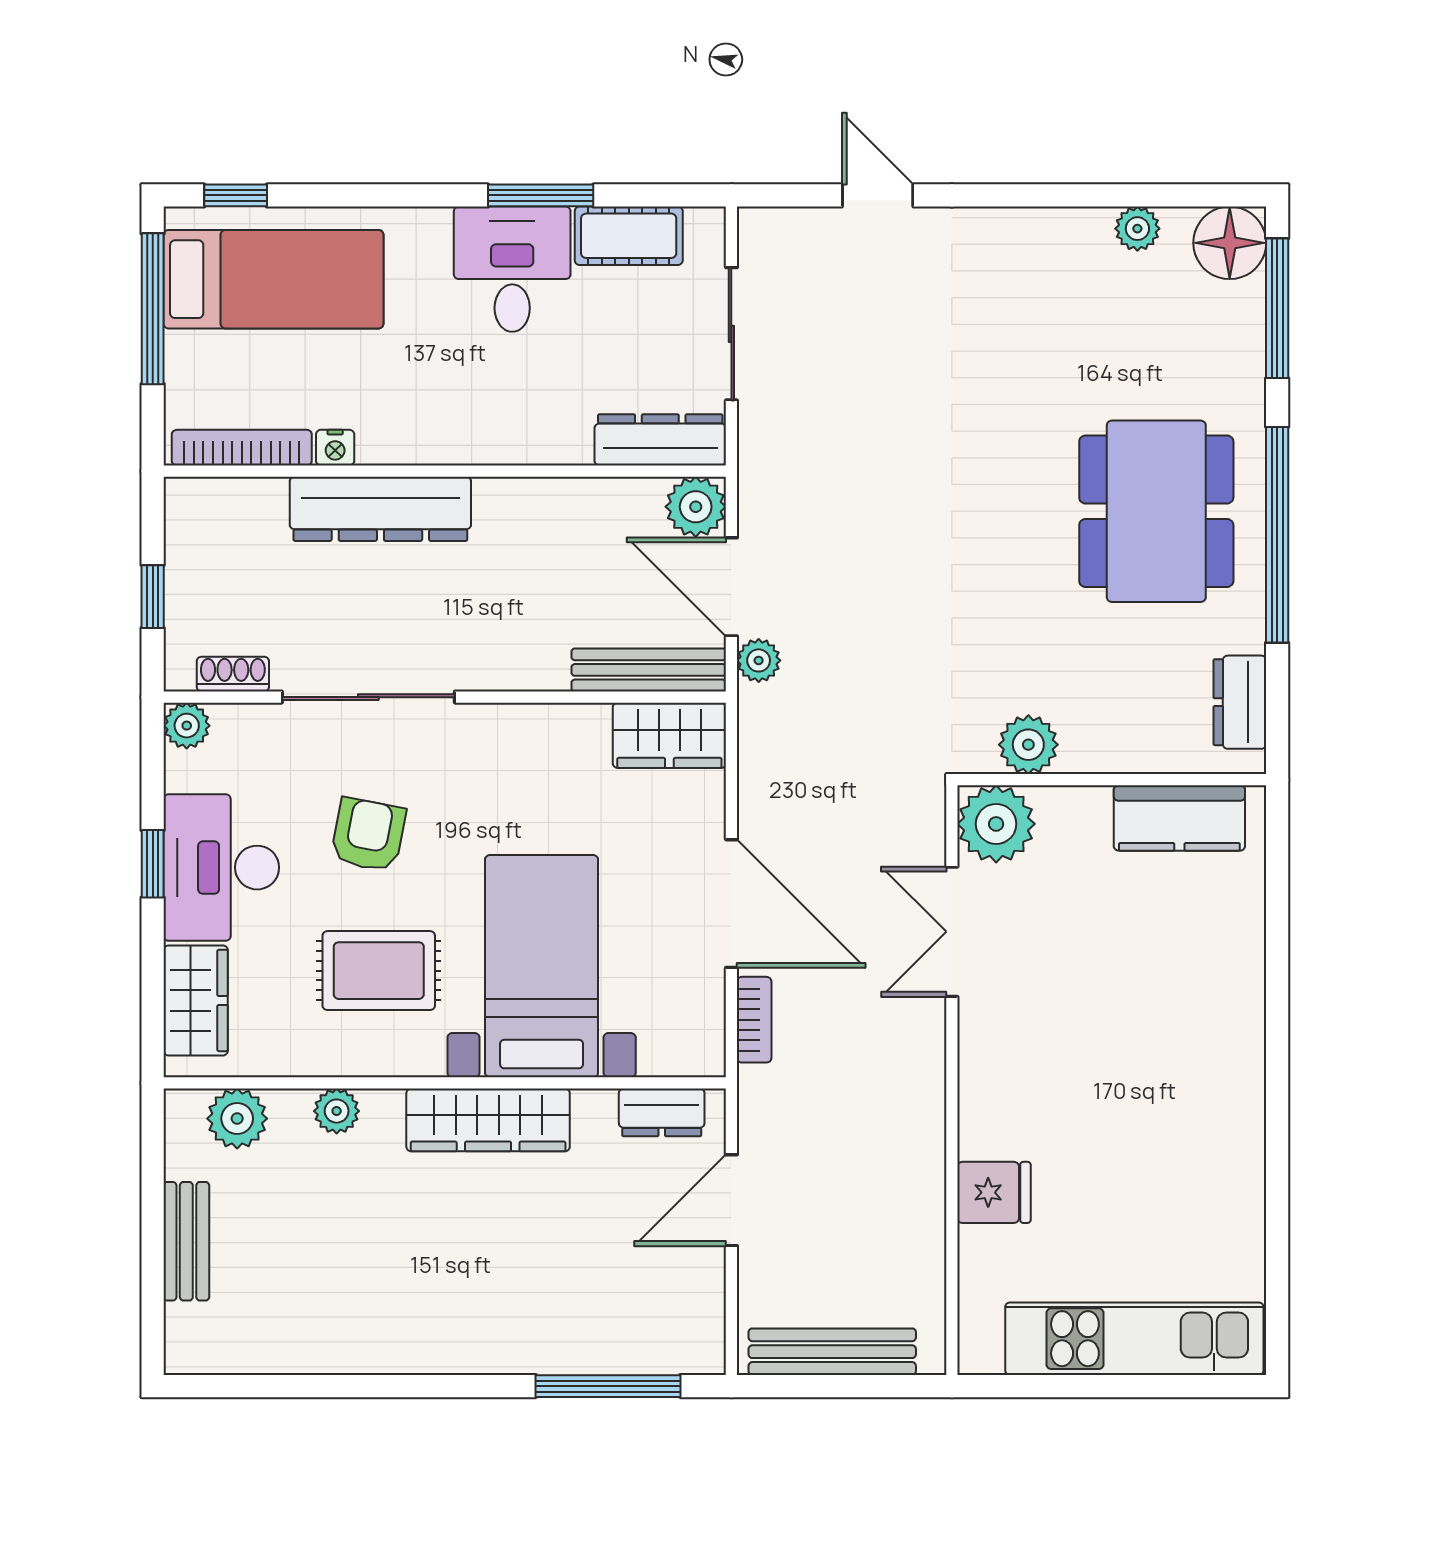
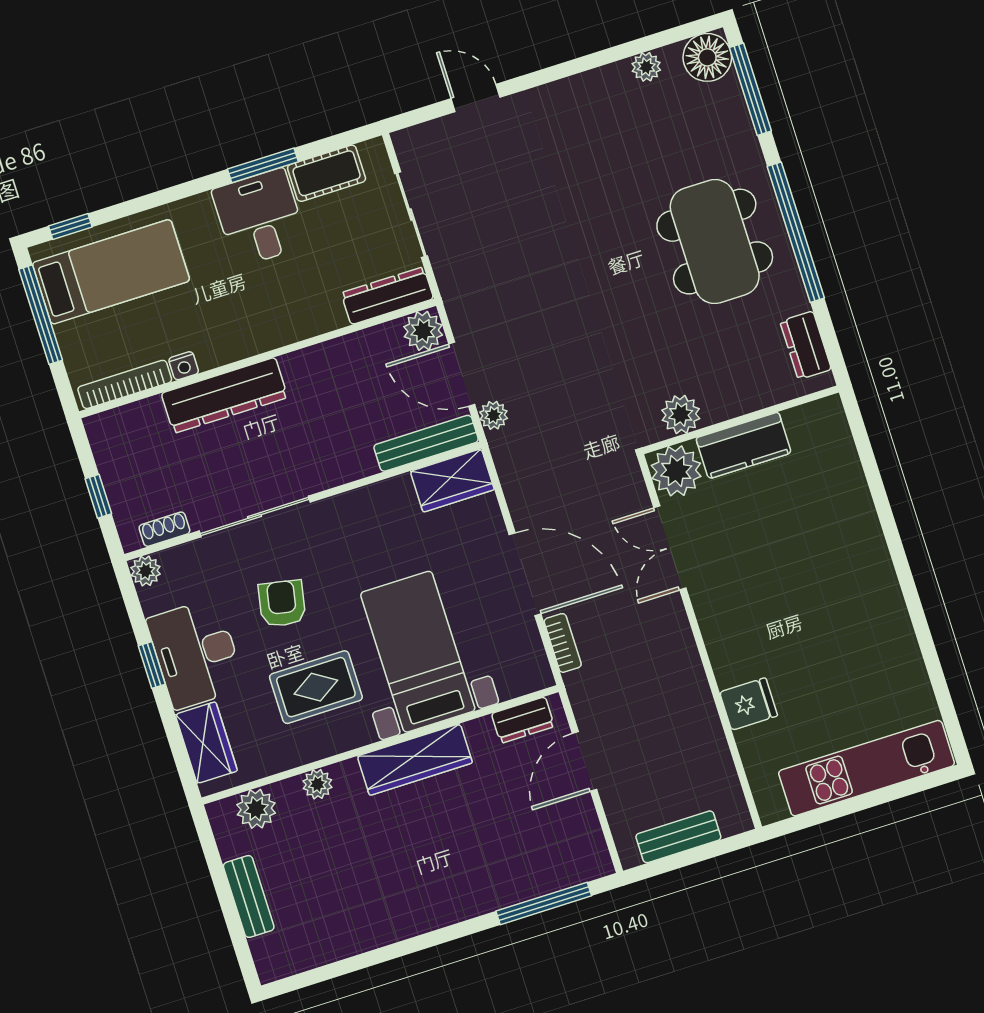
kitchen counter: (1179, 818) -> (744, 445), moved
bench: (832, 1352) -> (678, 837), width x0.73

